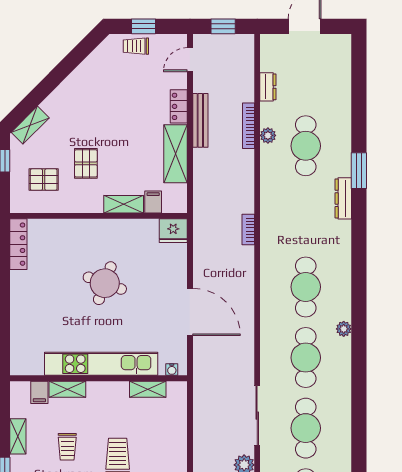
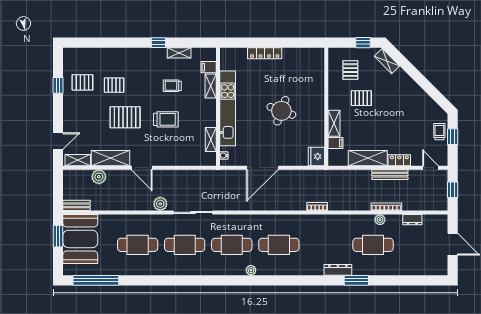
locker: (18, 244) -> (265, 53), moved

